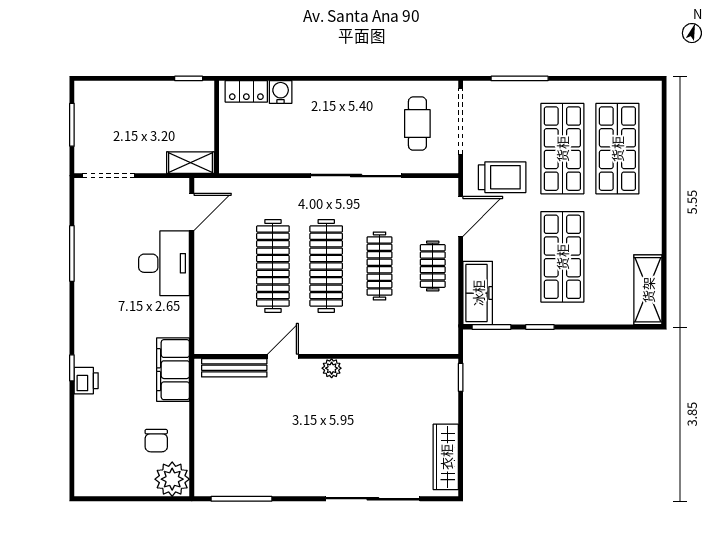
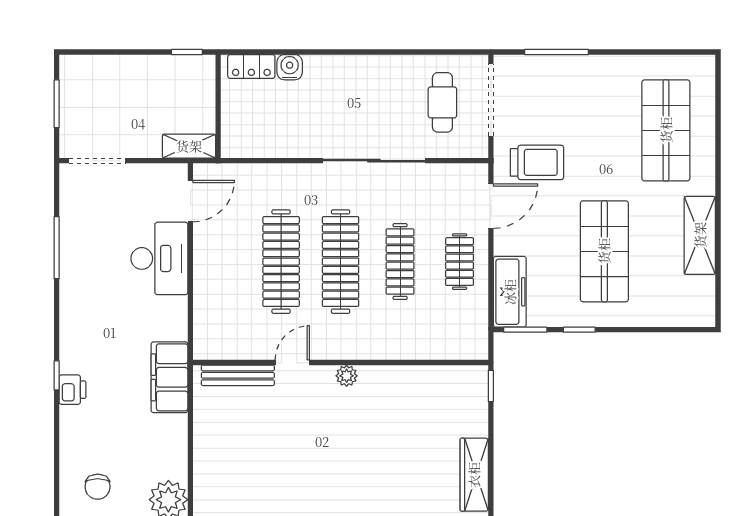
shop shelf: (562, 149) -> (604, 130), removed
shelving: (648, 290) -> (700, 235), moved
chair: (156, 441) -> (98, 487), moved

